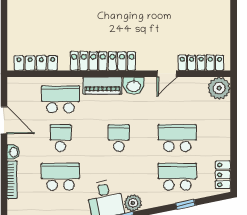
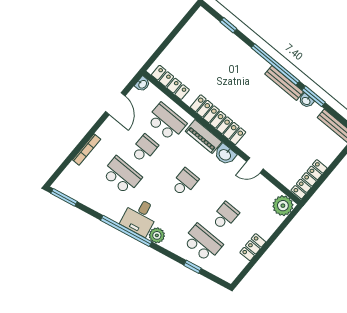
locker: (201, 63) -> (309, 179), moved, turned -90
school desk: (177, 138) -> (225, 216), width x0.54
washbasin: (13, 152) -> (142, 84), moved
locker: (223, 175) -> (253, 247), moved

